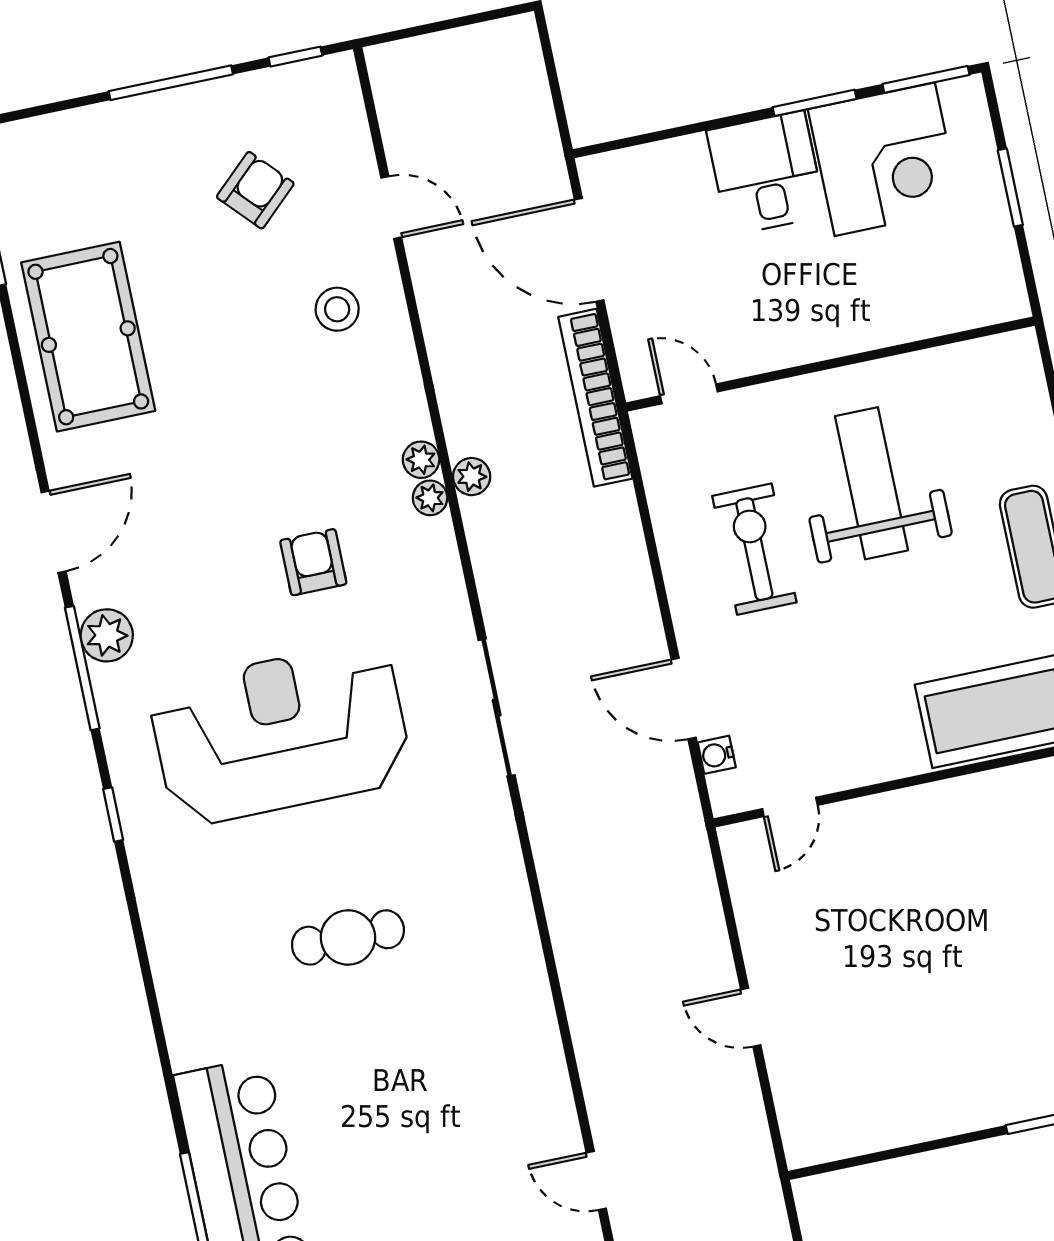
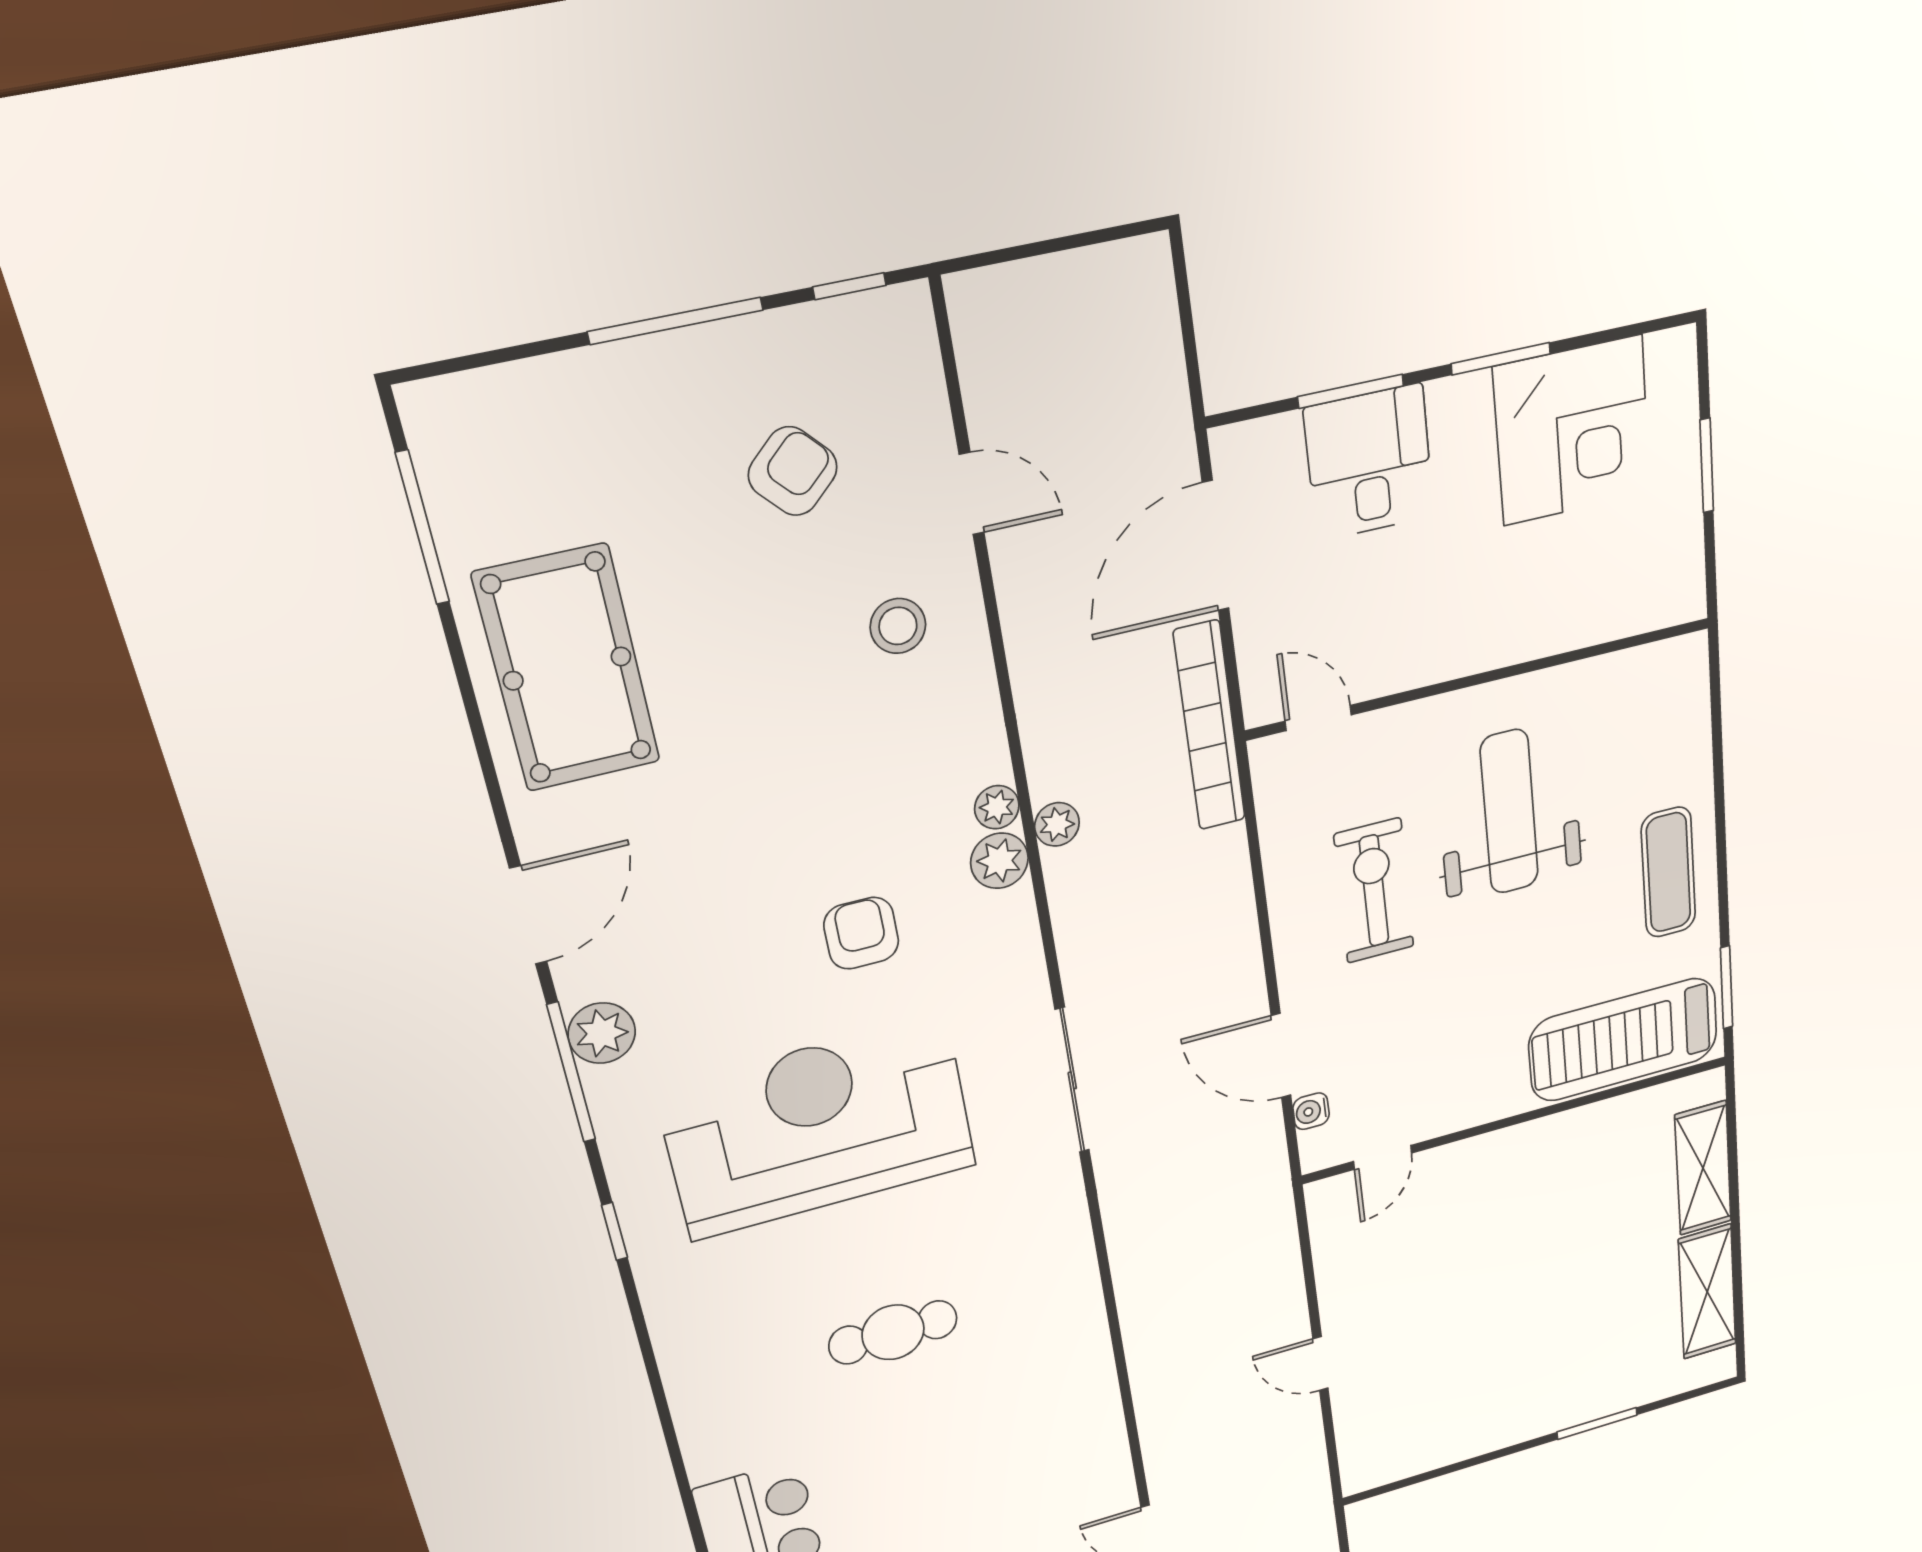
window: (926, 79) -> (1351, 391), moved
desk: (766, 173) -> (1369, 463), moved
door: (589, 250) -> (1216, 546), hinge flipped
plant: (430, 498) -> (999, 861), width x1.38, depth x1.38

